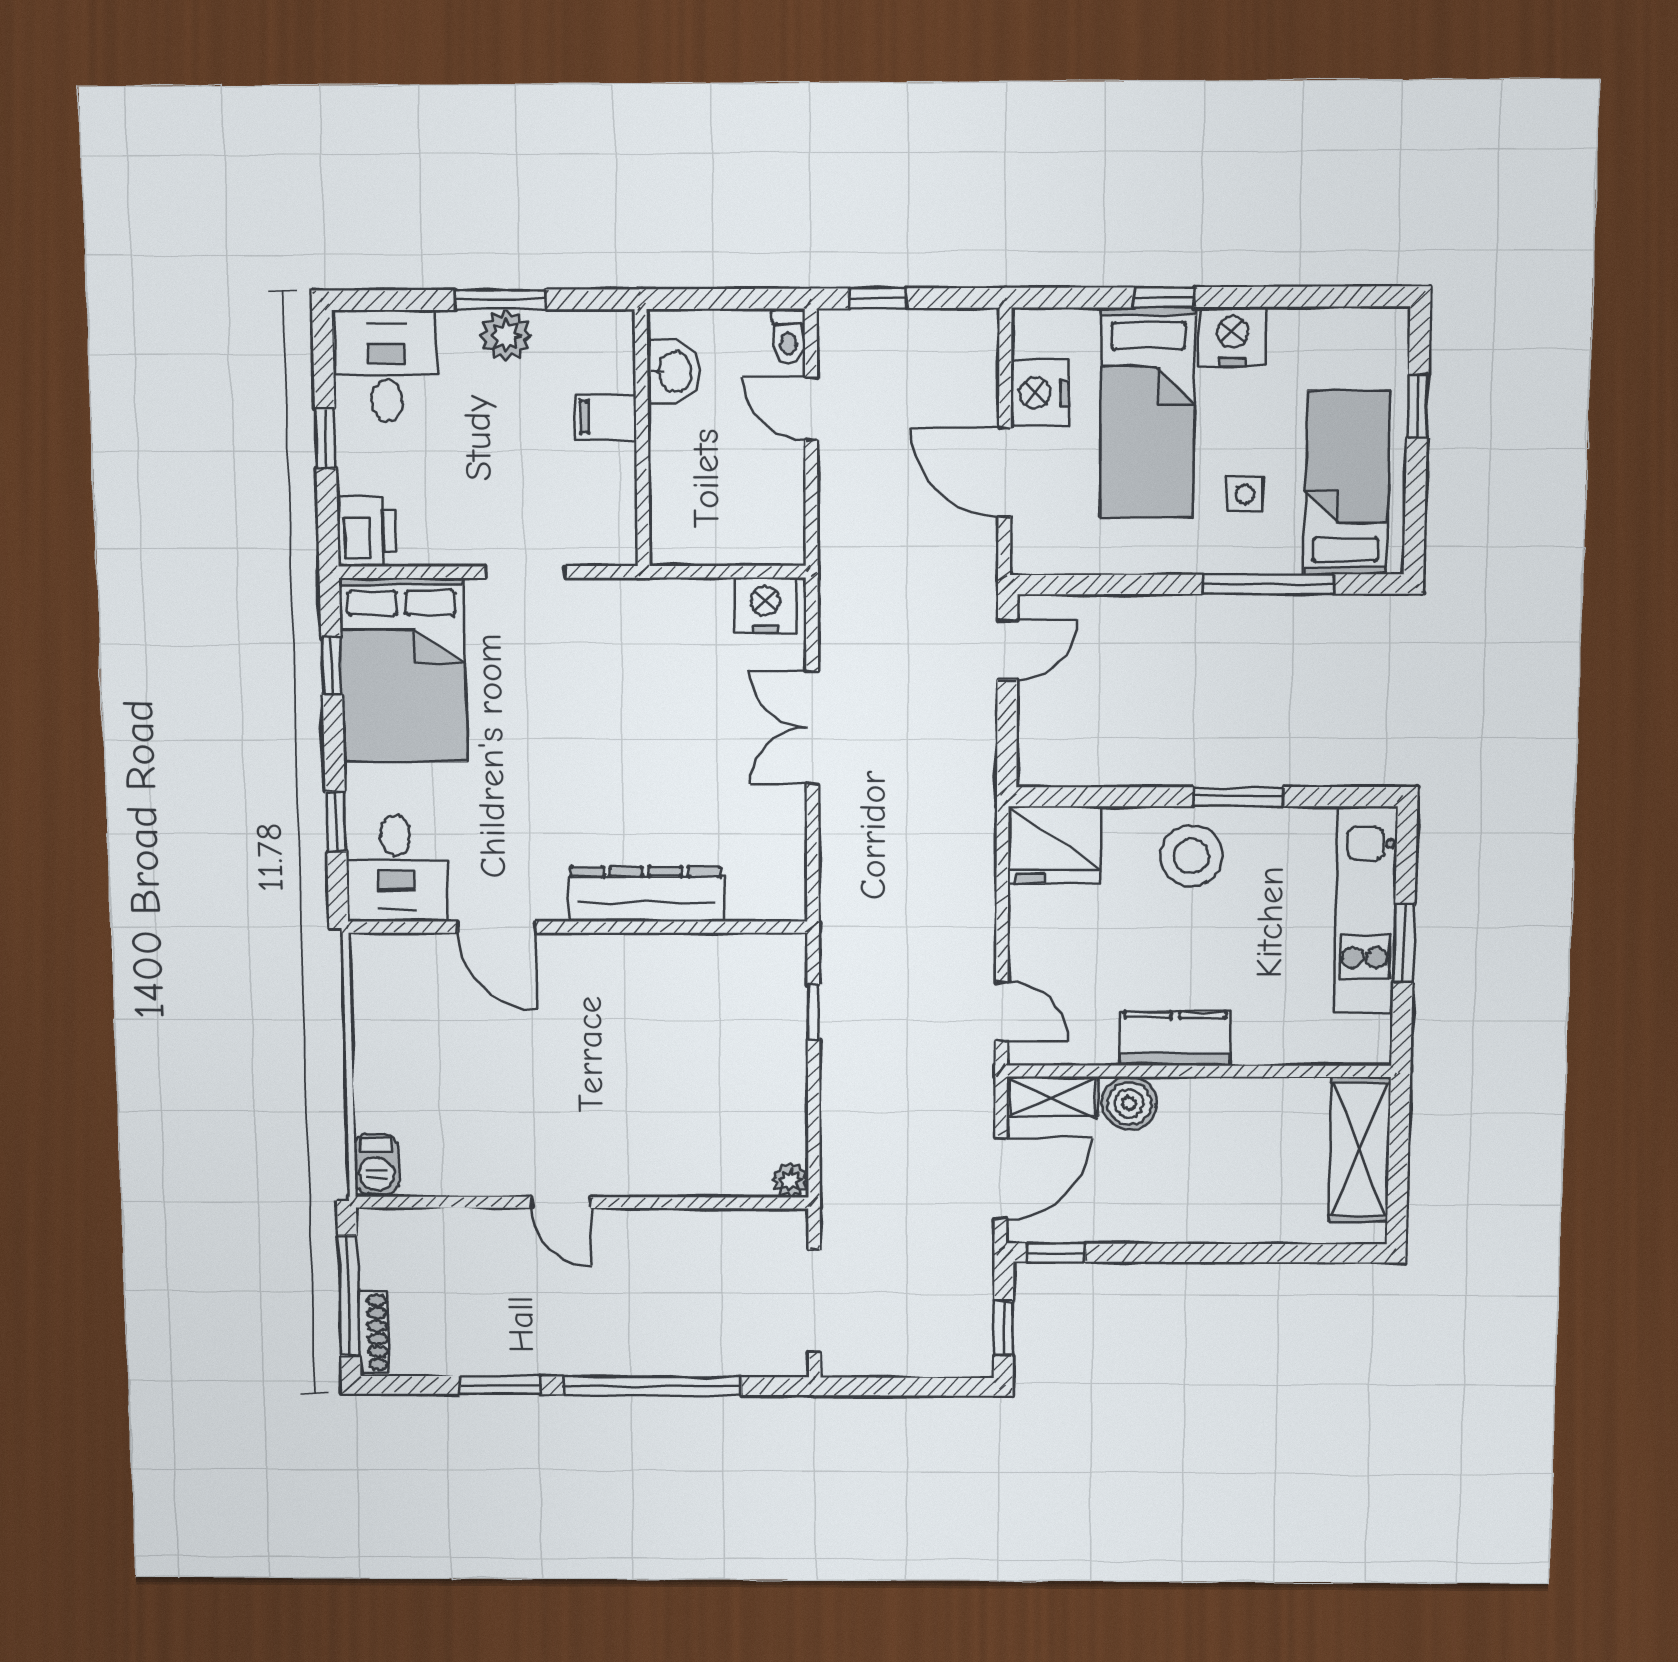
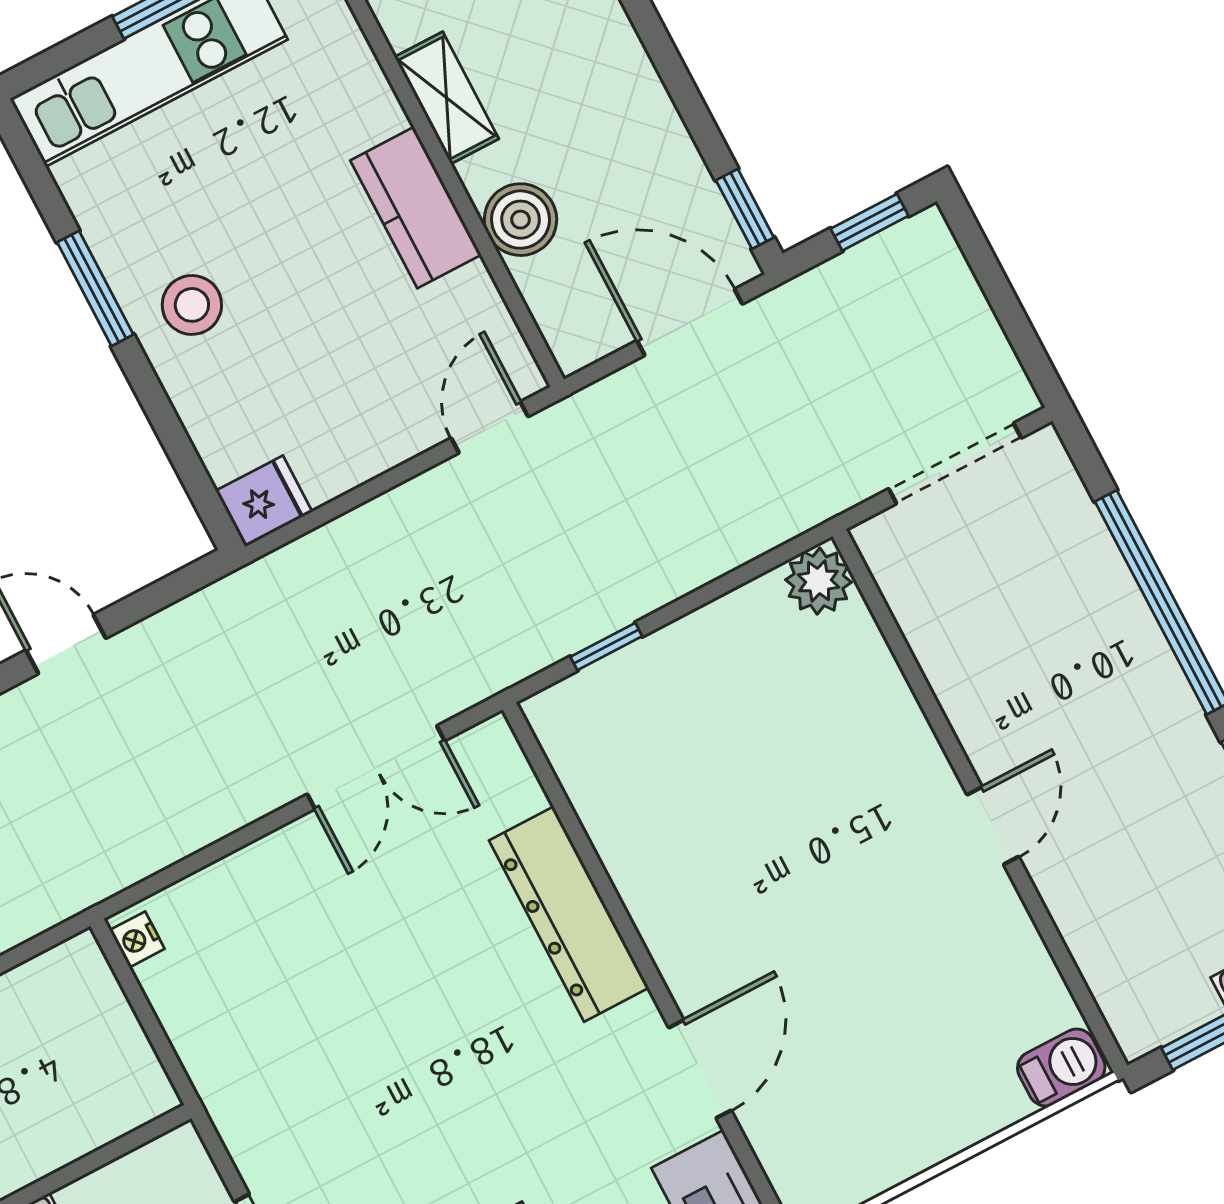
nightstand: (765, 605) -> (137, 939), width x0.53, depth x0.56
double door: (812, 728) -> (376, 767), moved
fridge: (1054, 845) -> (264, 501), width x0.53, depth x0.75
stool: (1191, 856) -> (192, 305), width x0.73, depth x0.73
shelving: (1052, 1097) -> (447, 98), moved
plant: (790, 1180) -> (819, 581), width x1.38, depth x1.38

